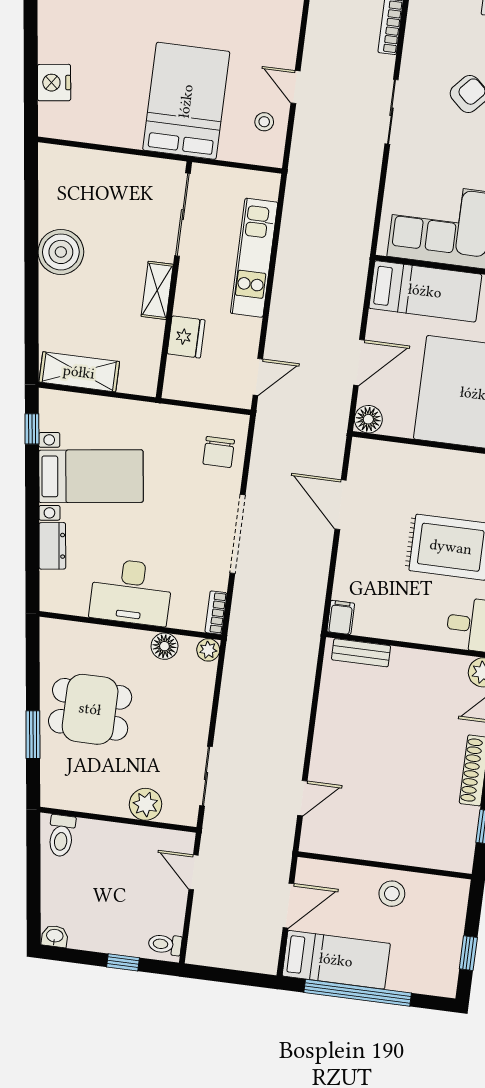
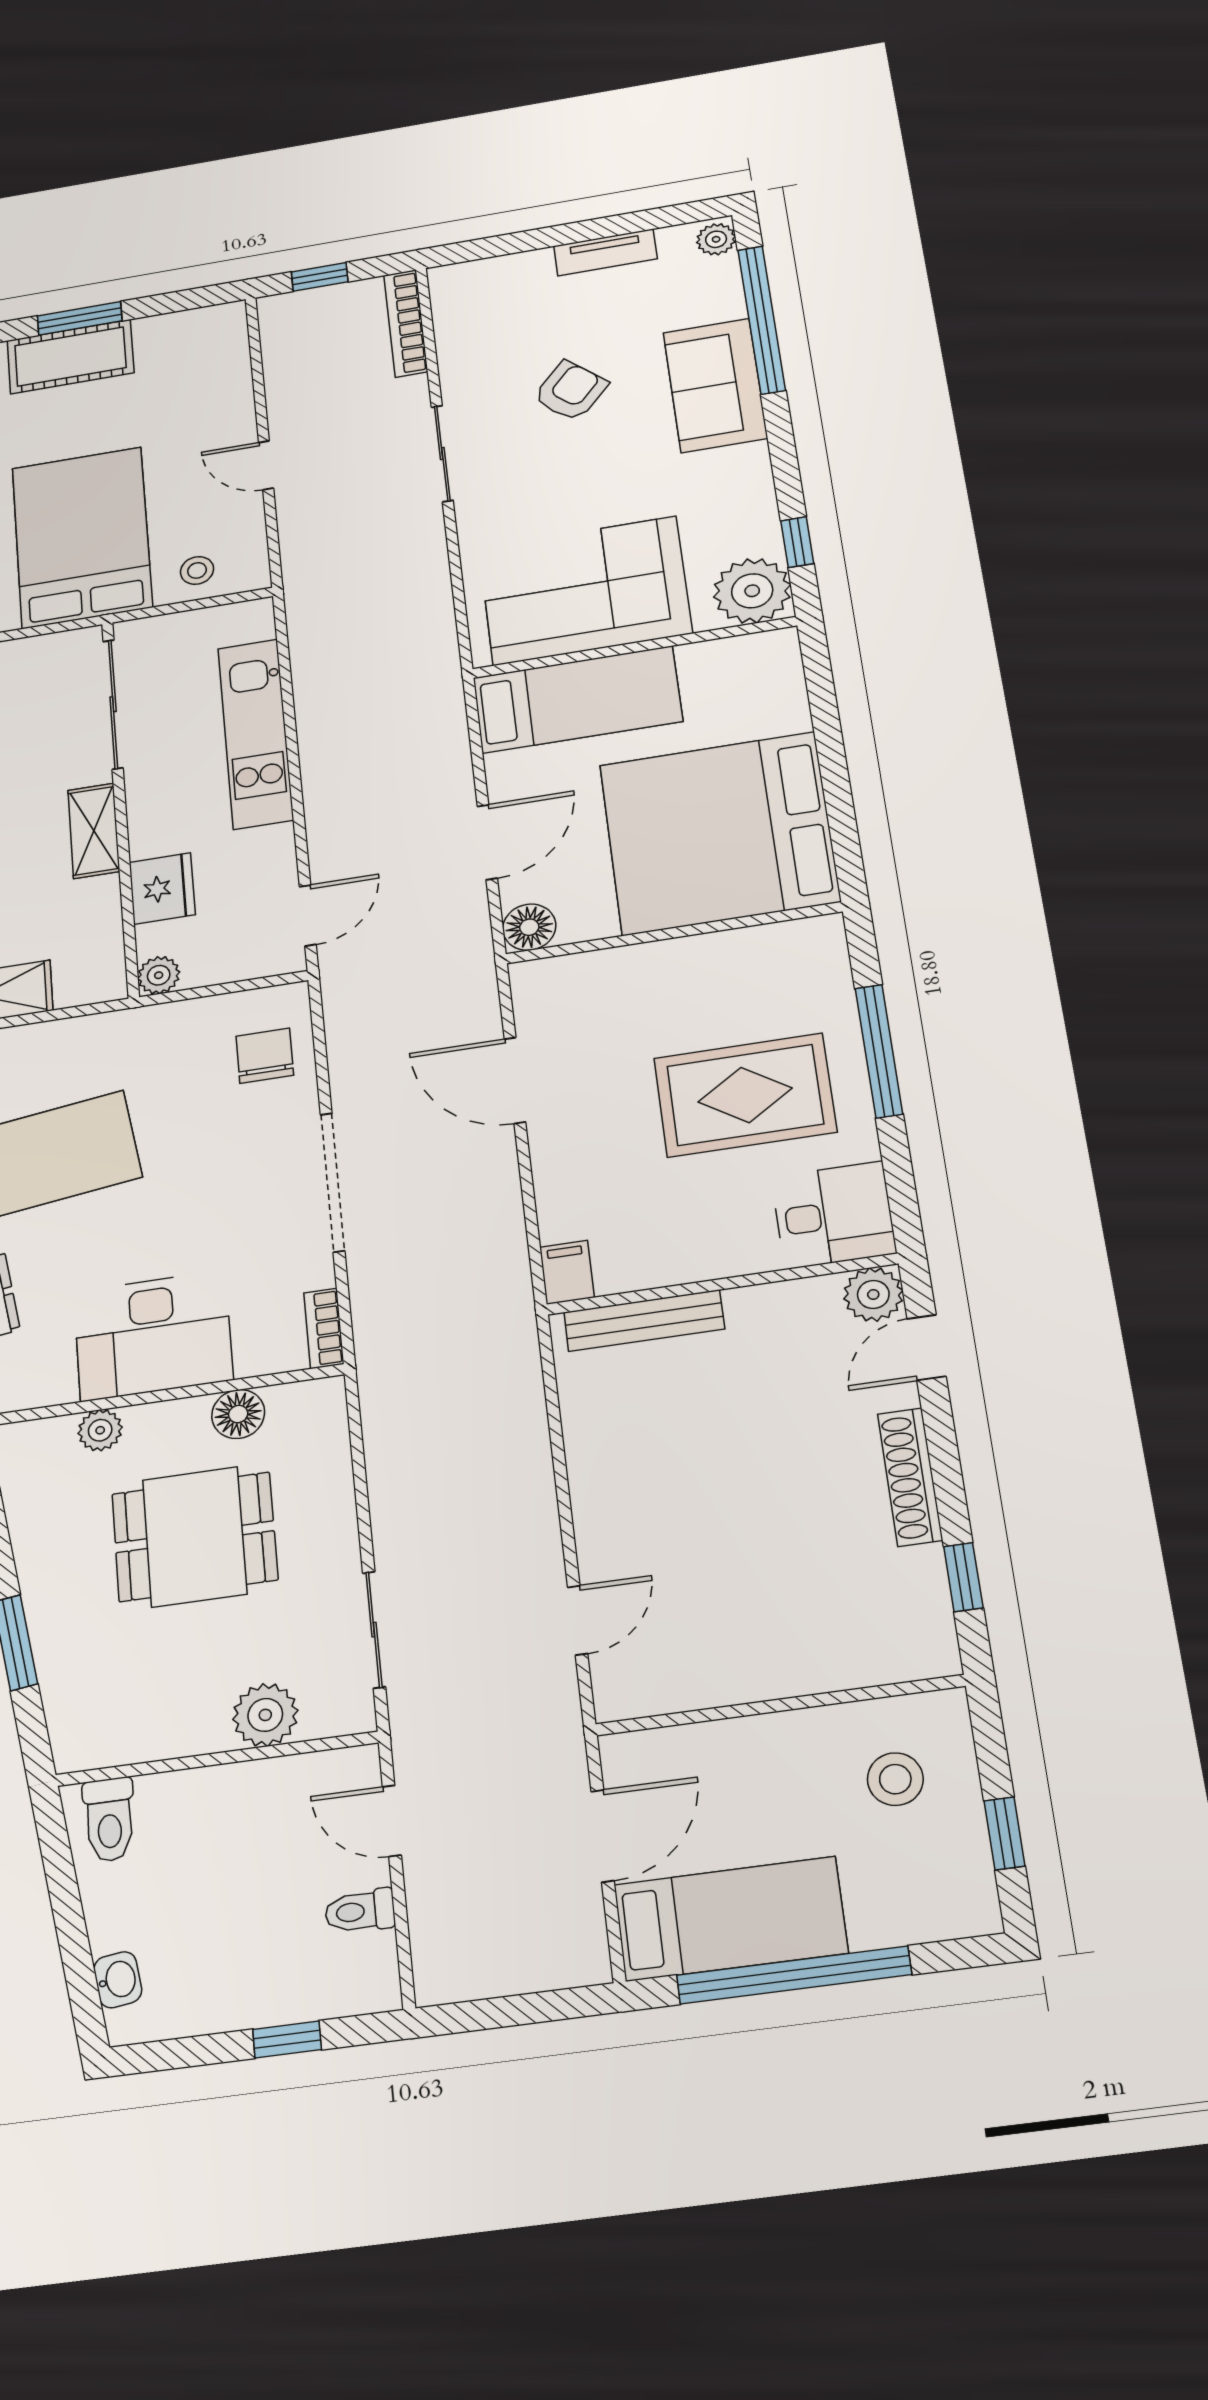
stool: (264, 122) -> (197, 570), moved
plant: (174, 388) -> (159, 975), added
chair: (219, 452) -> (265, 1056), turned 180
plant: (208, 650) -> (100, 1430), moved
bench: (361, 653) -> (644, 1321), width x1.36
dining table: (90, 709) -> (195, 1537), moved
stool: (392, 894) -> (895, 1779), moved
washbasin: (55, 936) -> (118, 1980), moved, turned 82
toilet: (165, 944) -> (360, 1911), moved

